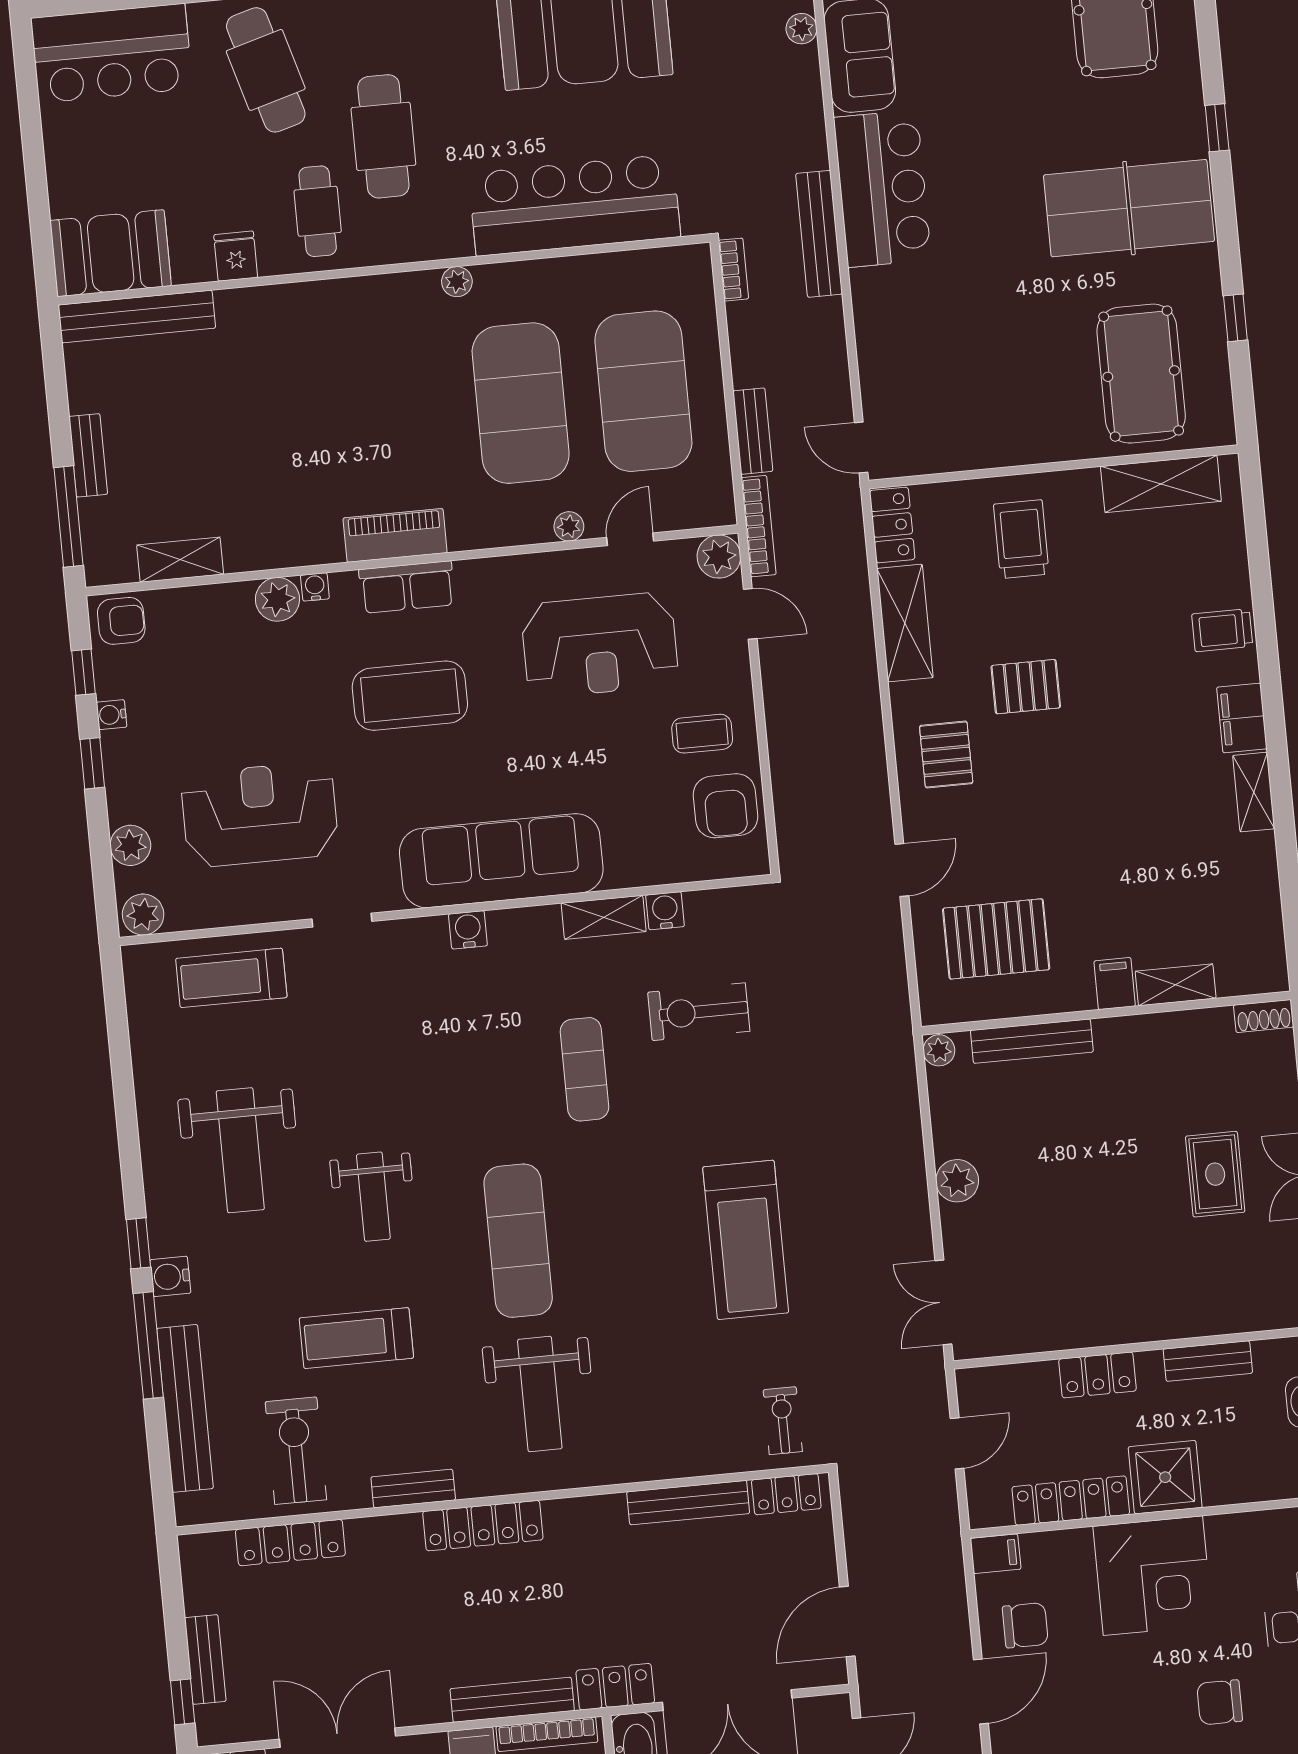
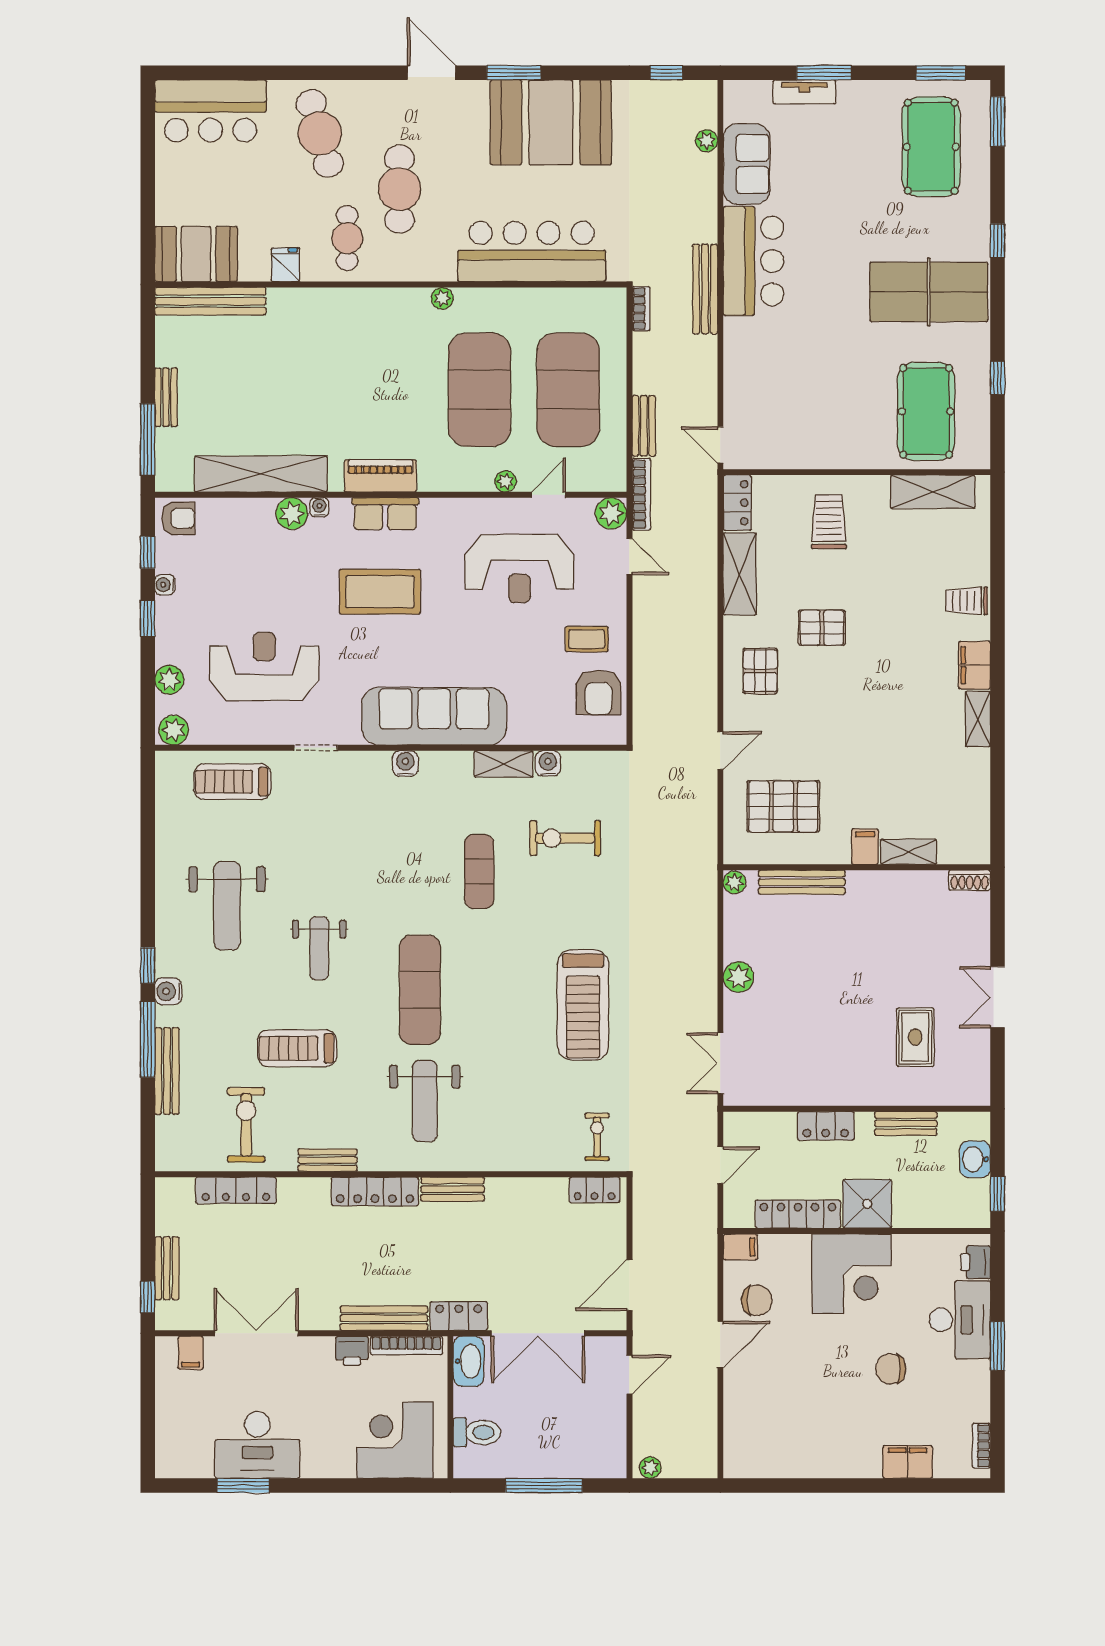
shelving: (180, 560) -> (261, 474), width x2.20, depth x1.33
rug: (1215, 1174) -> (915, 1037), moved
bench: (185, 1408) -> (167, 1071), width x0.73, depth x0.82
bench: (688, 1503) -> (453, 1189), moved, width x0.73

